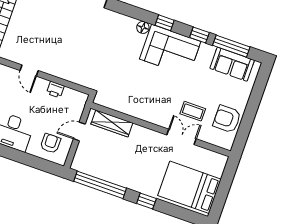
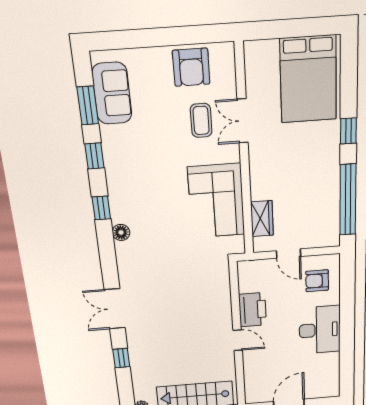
window: (231, 46) -> (88, 106), width x0.69
corner sofa: (170, 50) -> (216, 201), moved, turned 180
door: (29, 71) -> (238, 340), hinge flipped
printer: (55, 90) -> (252, 310), width x1.87, depth x1.48
wardrobe: (112, 123) -> (262, 219), width x0.67

